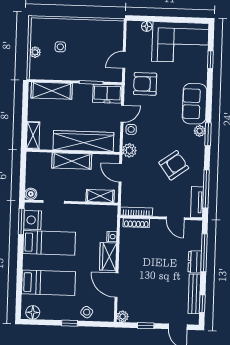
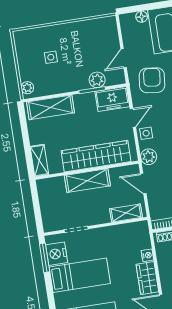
plant: (35, 52) -> (27, 88), moved
plant: (97, 74) -> (97, 80), added
armchair: (145, 84) -> (152, 80), turned 97
boiler: (31, 194) -> (49, 225), removed

